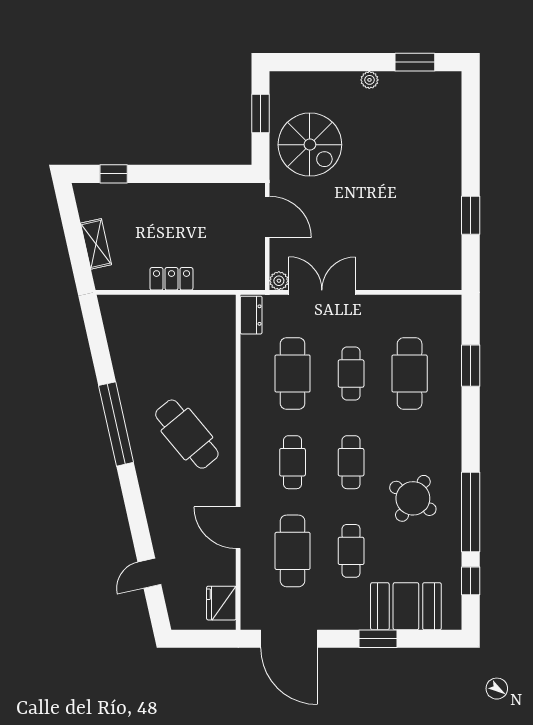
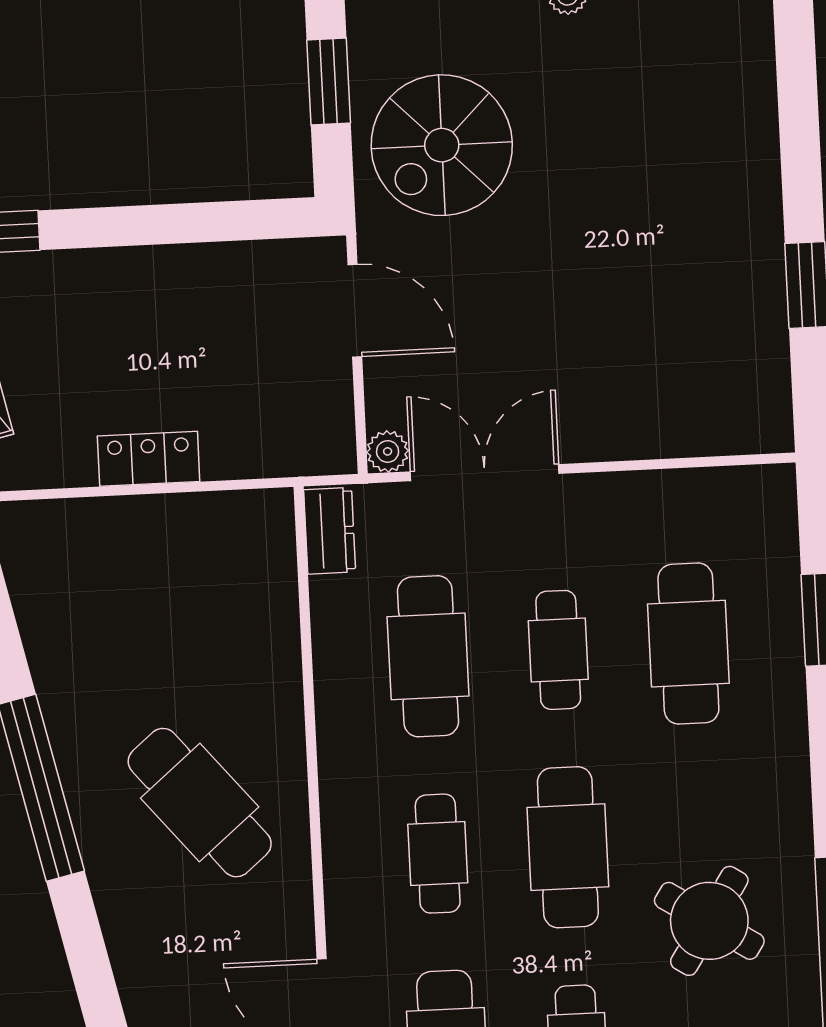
spiral stairs: (310, 145) -> (442, 145), turned 90
cafe table: (351, 462) -> (568, 847), width x1.37, depth x1.35

